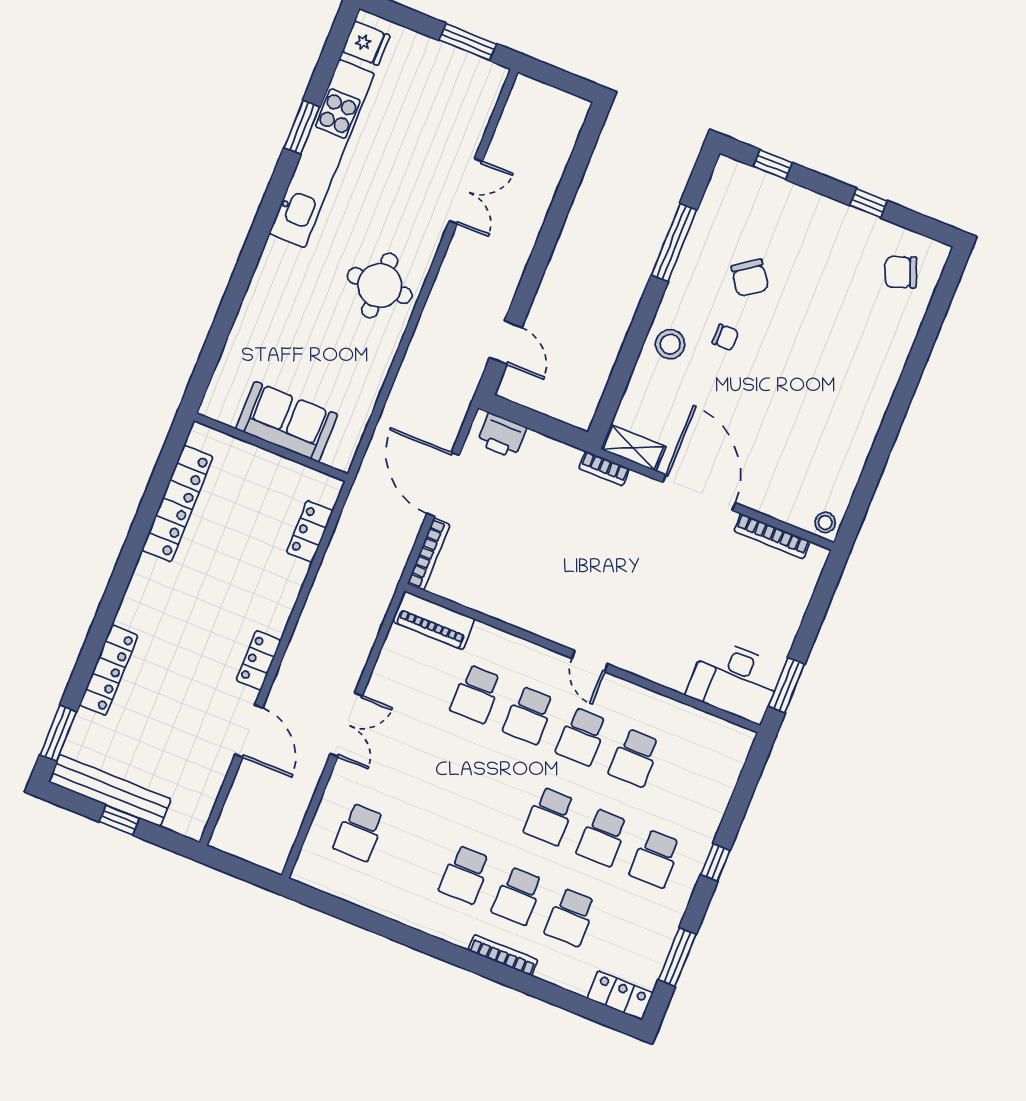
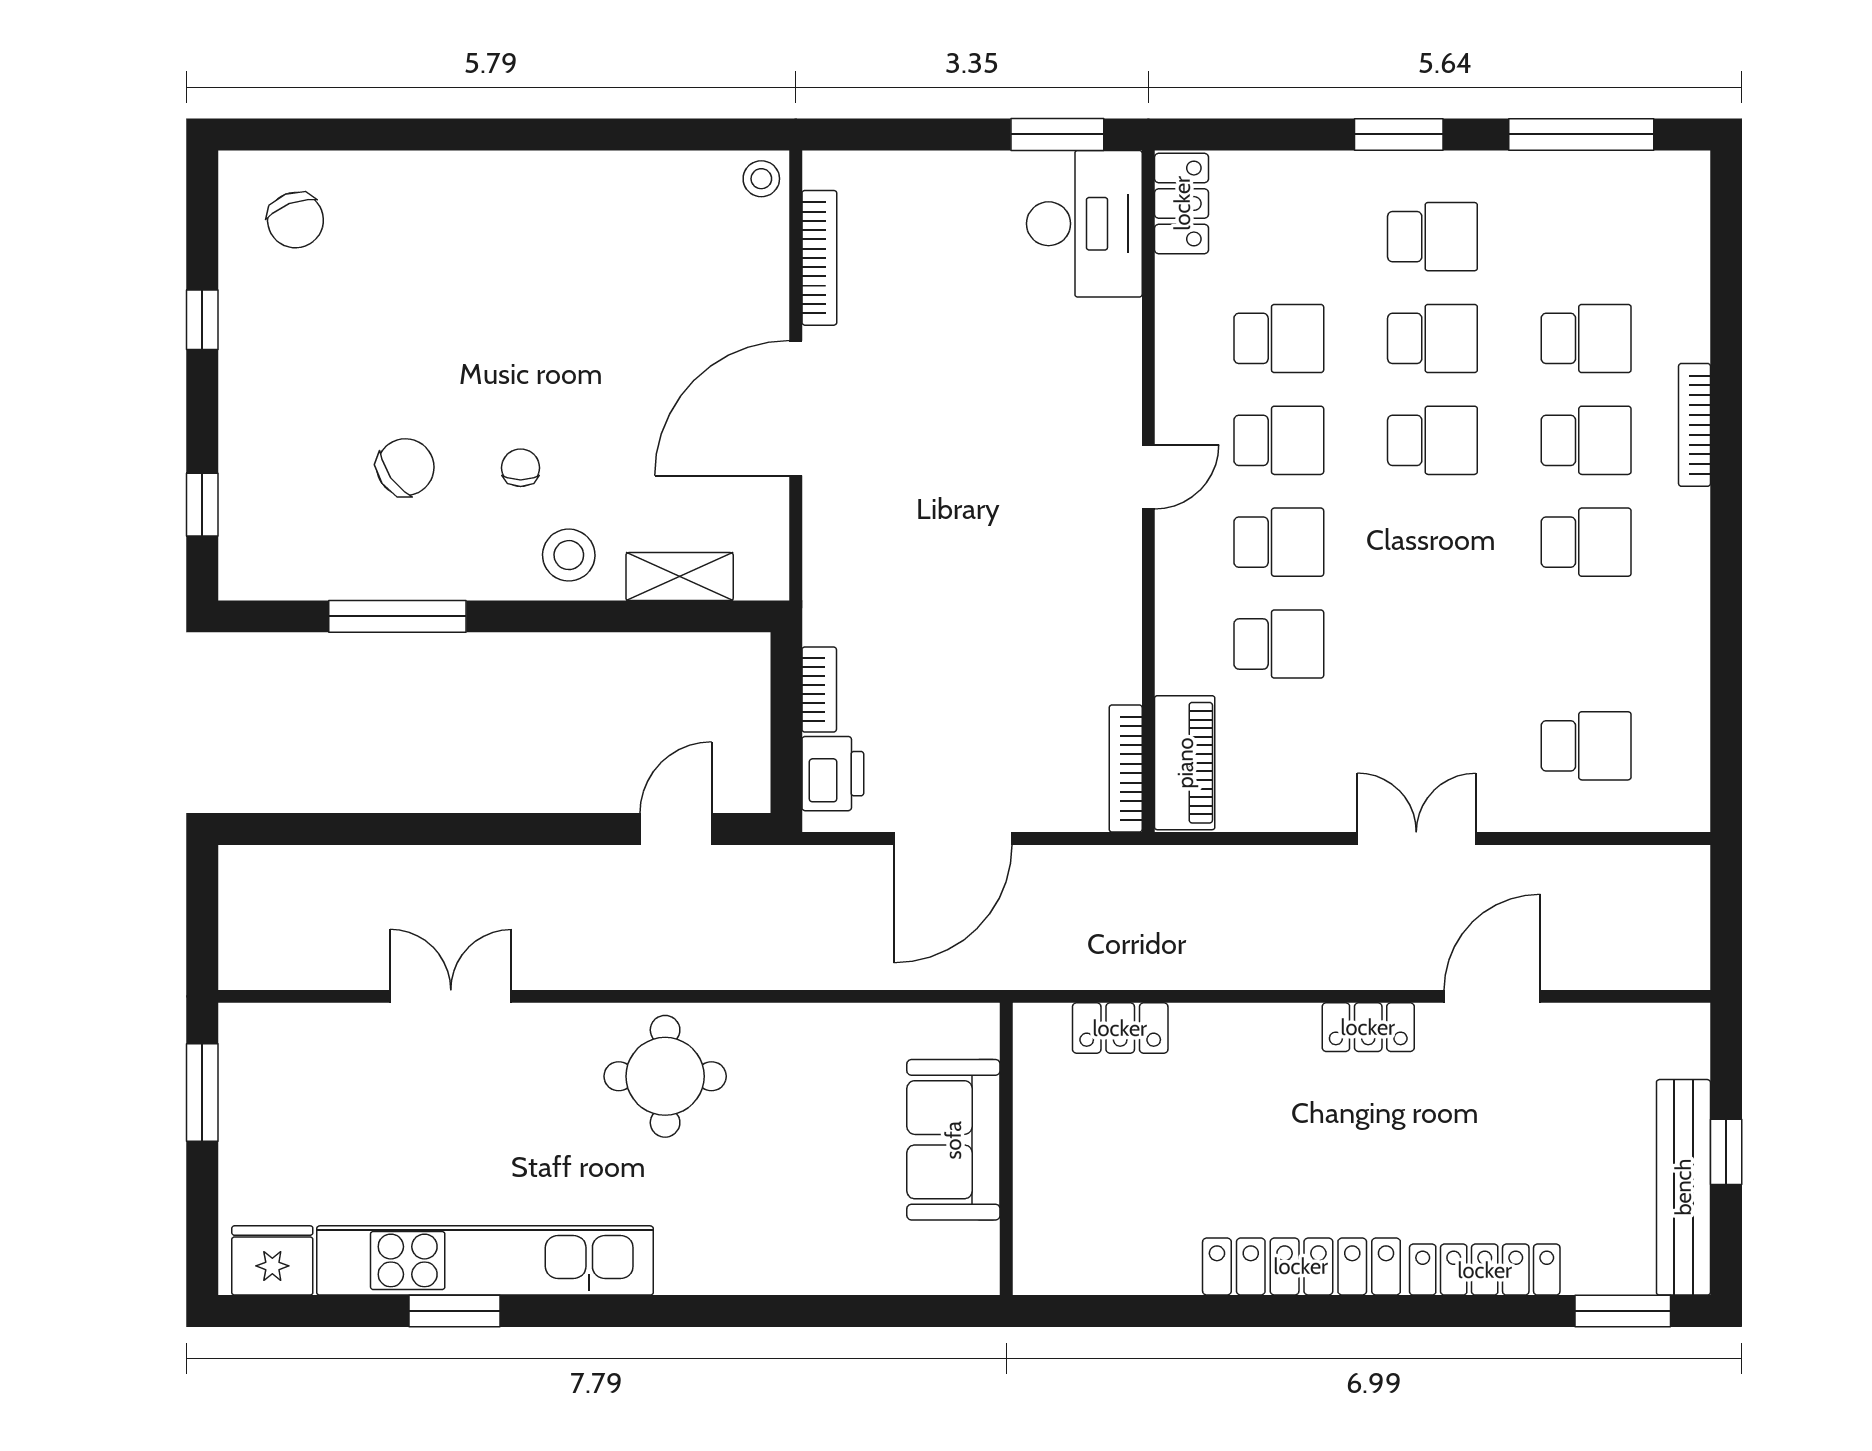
fridge: (366, 43) -> (272, 1260), width x1.38
shelving: (633, 448) -> (680, 577), moved, turned 90
bookcase: (604, 469) -> (819, 690), moved
locker: (177, 504) -> (1301, 1266), moved
bookcase: (429, 554) -> (1126, 768), moved, turned -90
window: (715, 862) -> (1399, 134), width x1.50
window: (677, 957) -> (1581, 134), width x1.44
locker: (620, 996) -> (1182, 203), moved, turned 180

